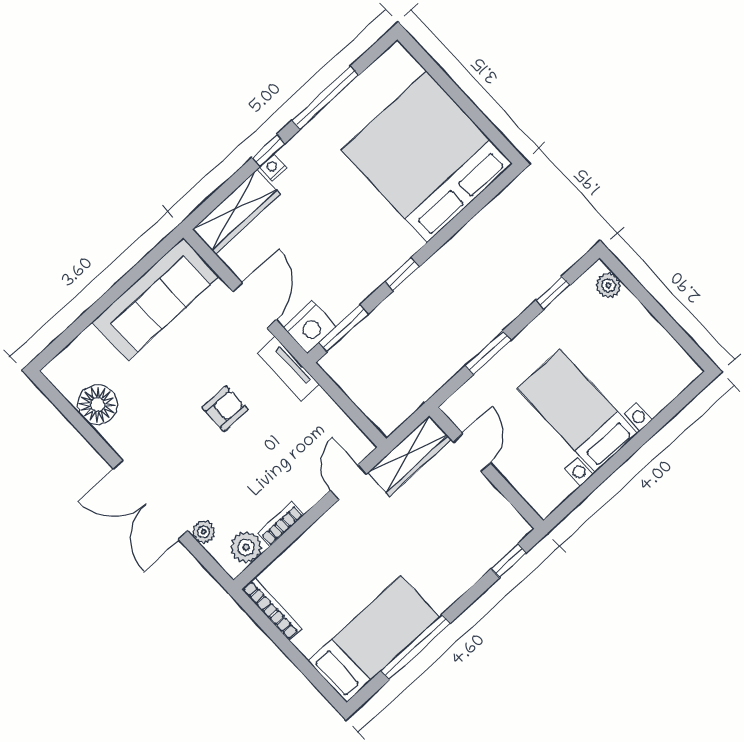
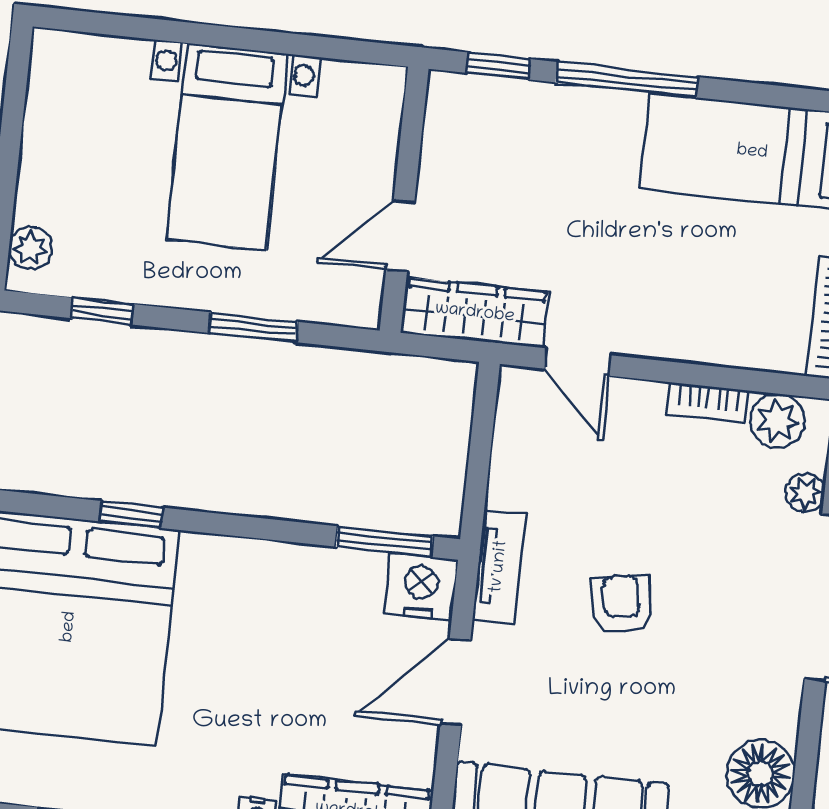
window: (402, 274) -> (131, 515), moved
armchair: (225, 409) -> (622, 604), turned 80
door: (348, 482) -> (578, 362), hinge flipped
window: (416, 647) -> (627, 80), moved

